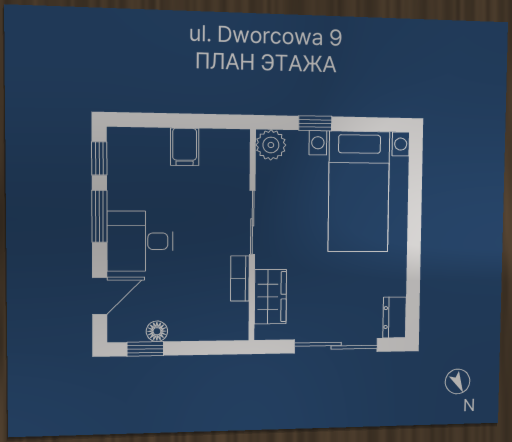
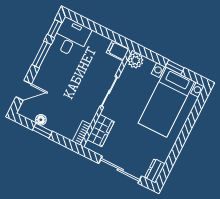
window: (315, 123) -> (175, 67), moved
filing cabinet: (185, 147) -> (118, 51), moved, turned 90
desk: (140, 241) -> (71, 38), moved, turned 90
bookcase: (240, 278) -> (82, 133), moved
window: (145, 349) -> (42, 131), moved

